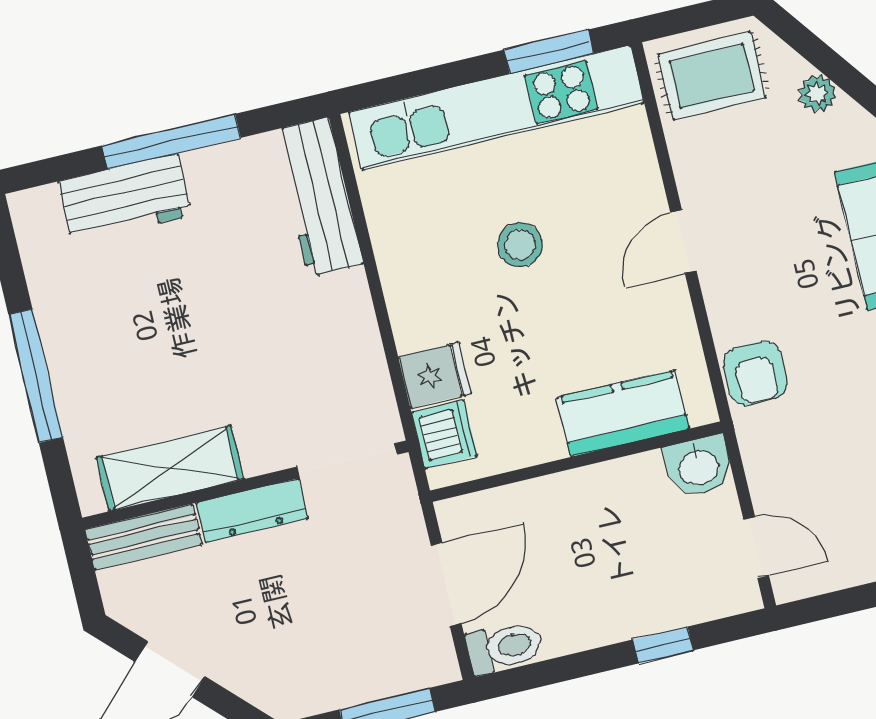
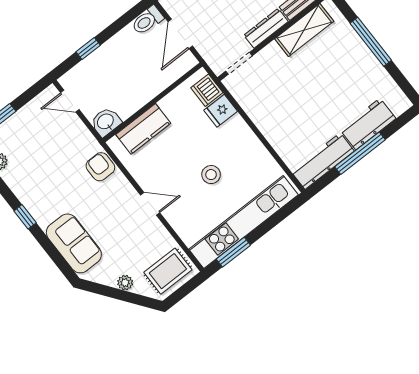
workbench: (319, 197) -> (323, 161), moved, turned -90
door: (683, 242) -> (150, 204), hinge flipped
doorway: (347, 461) -> (239, 63), width x0.73

